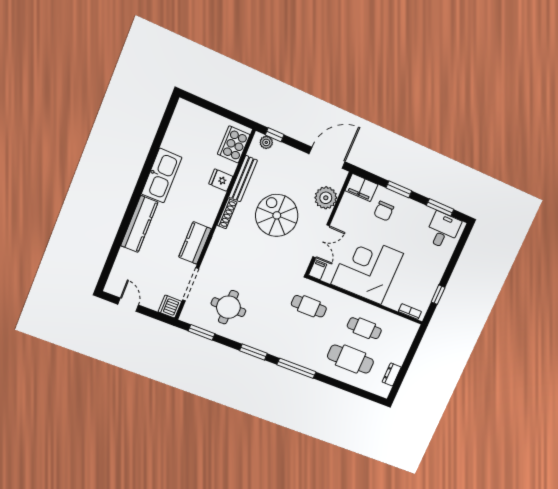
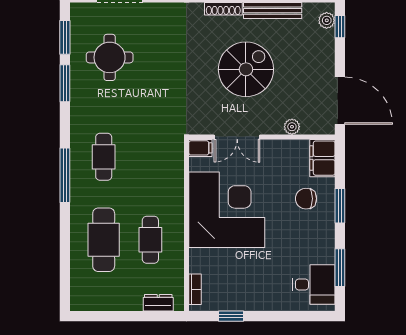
plant: (326, 198) -> (292, 127), width x0.53, depth x0.53
cafe table: (309, 306) -> (104, 157), moved
window: (253, 352) -> (65, 83), moved
dresser: (392, 374) -> (158, 303), moved

